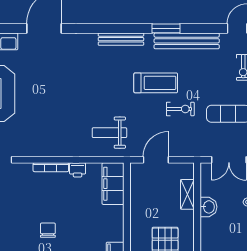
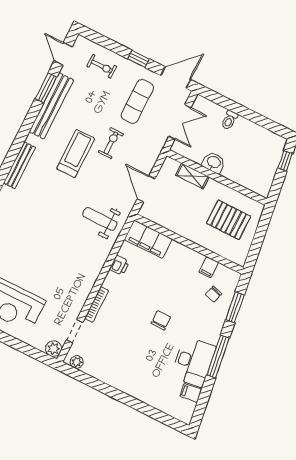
window: (166, 28) -> (46, 88), moved
weight bench: (109, 133) -> (100, 219), turned 90
bookcase: (51, 167) -> (97, 304), moved
chair: (48, 230) -> (161, 320), turned 90

